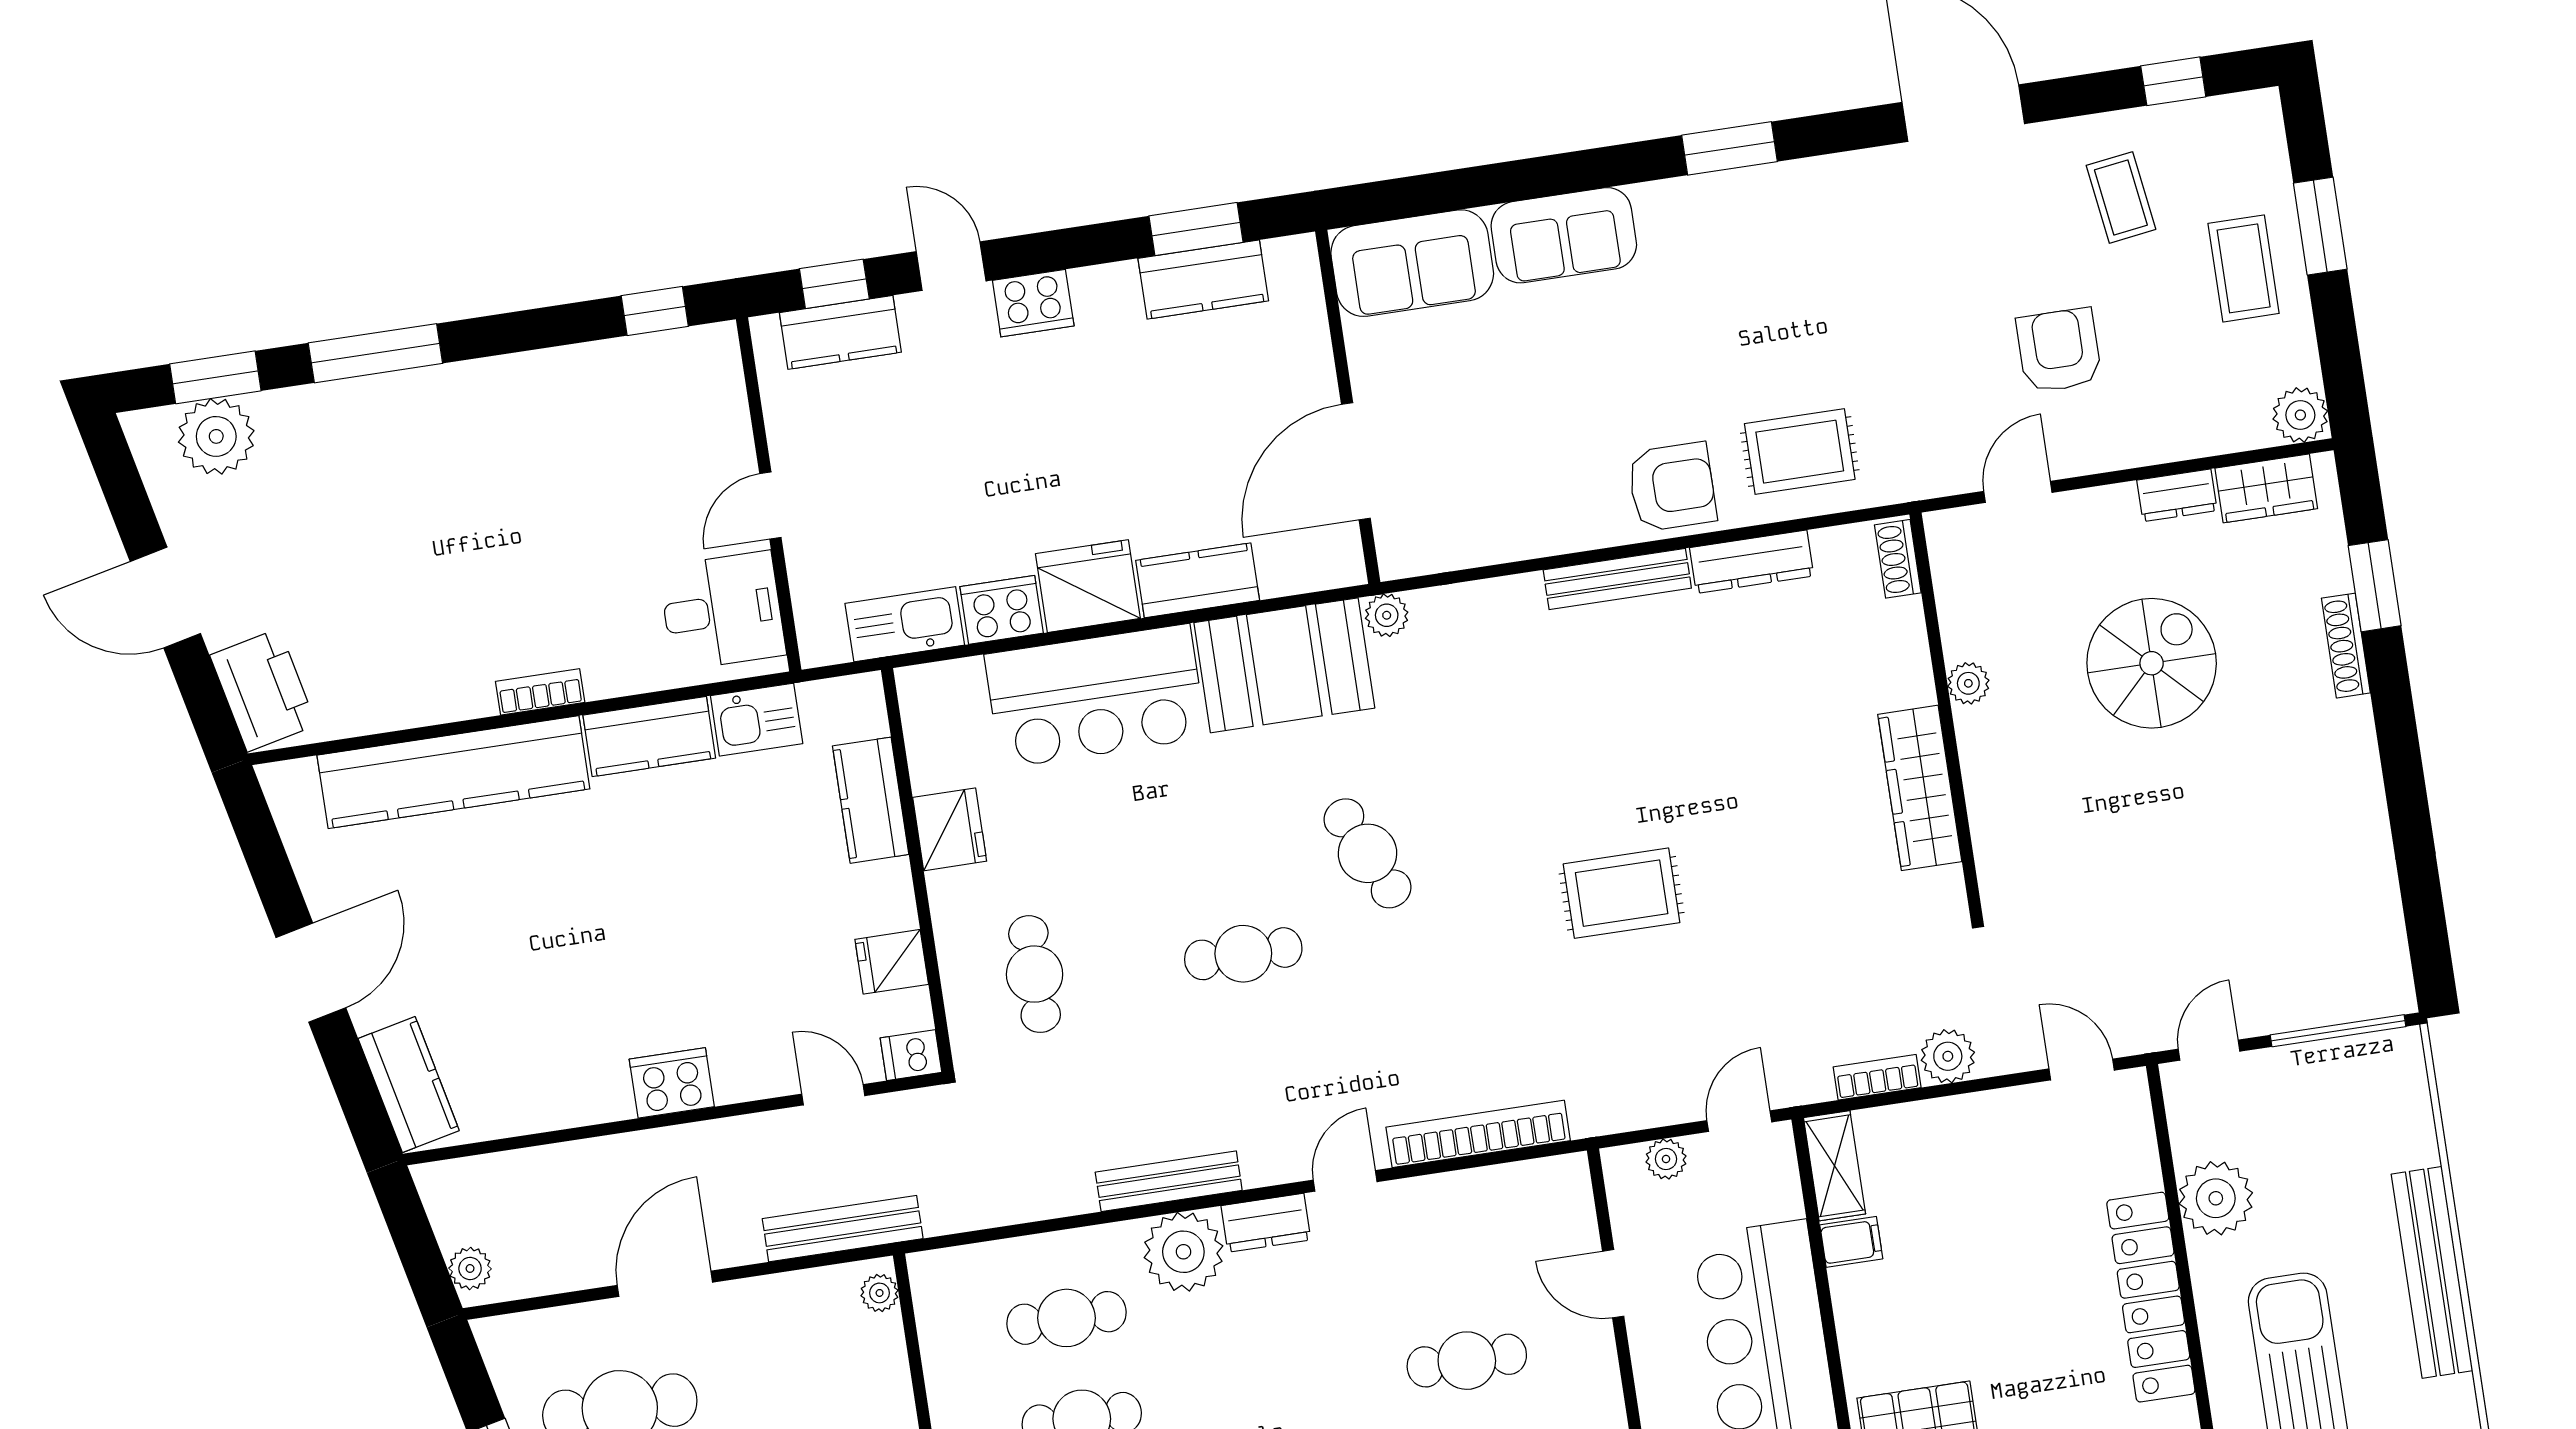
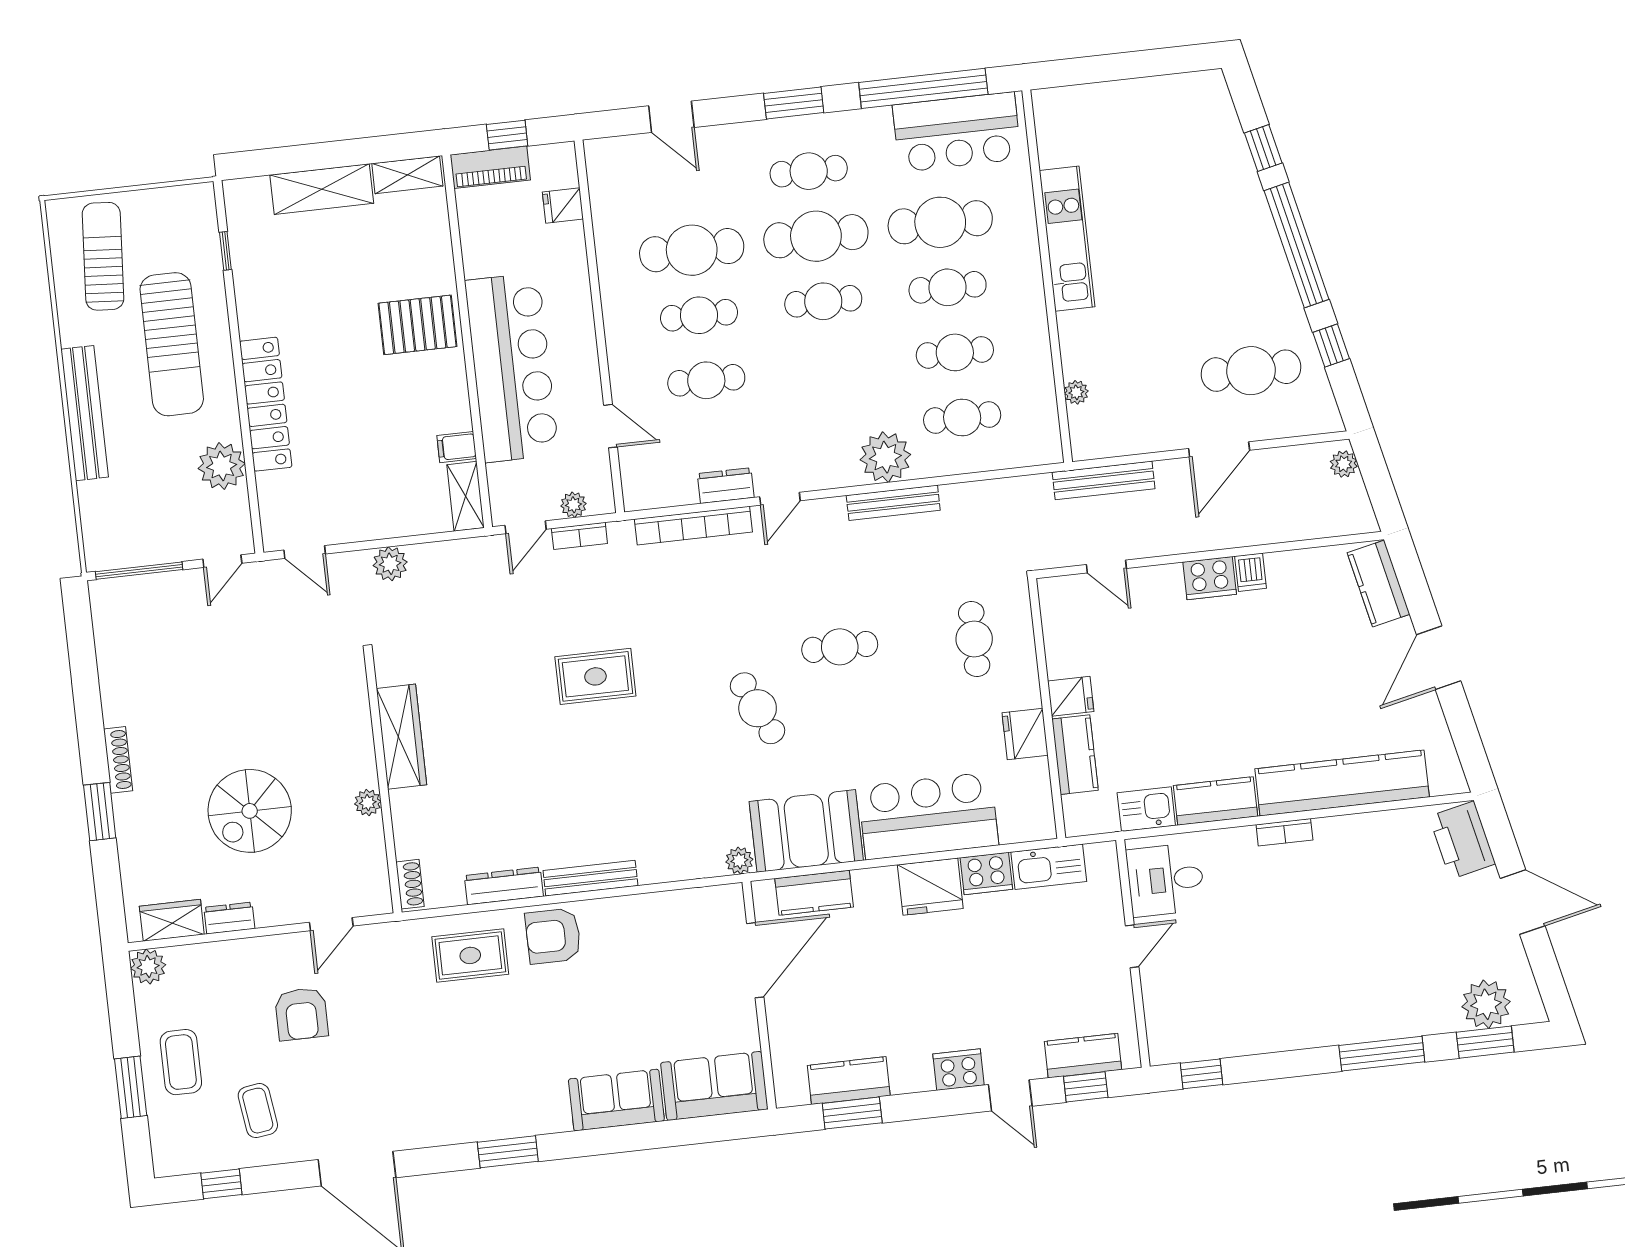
kitchen counter: (1198, 580) -> (814, 893), moved
window: (2375, 586) -> (100, 812), moved
shoe rack: (2346, 646) -> (118, 760), moved
fridge: (892, 962) -> (1071, 696), moved
dishwasher: (911, 1055) -> (1251, 572), moved, turned 90
bookcase: (1877, 1077) -> (579, 536), moved
dresser: (1266, 1223) -> (726, 486), moved
plant: (880, 1293) -> (1076, 392), moved

